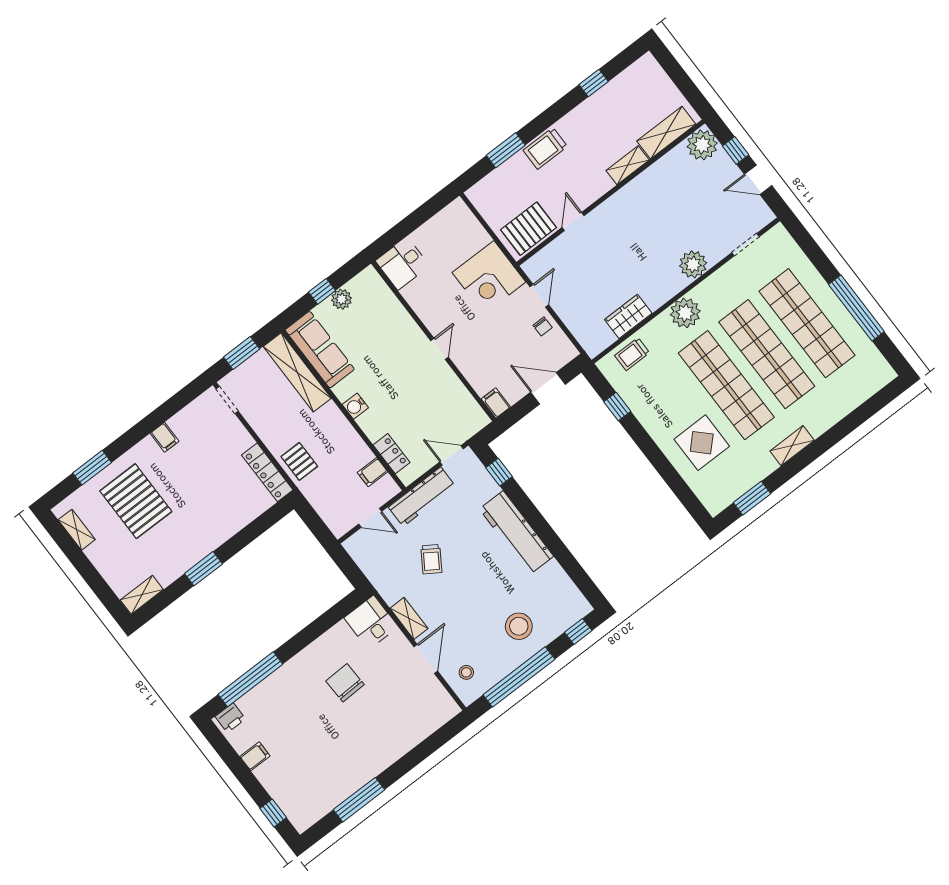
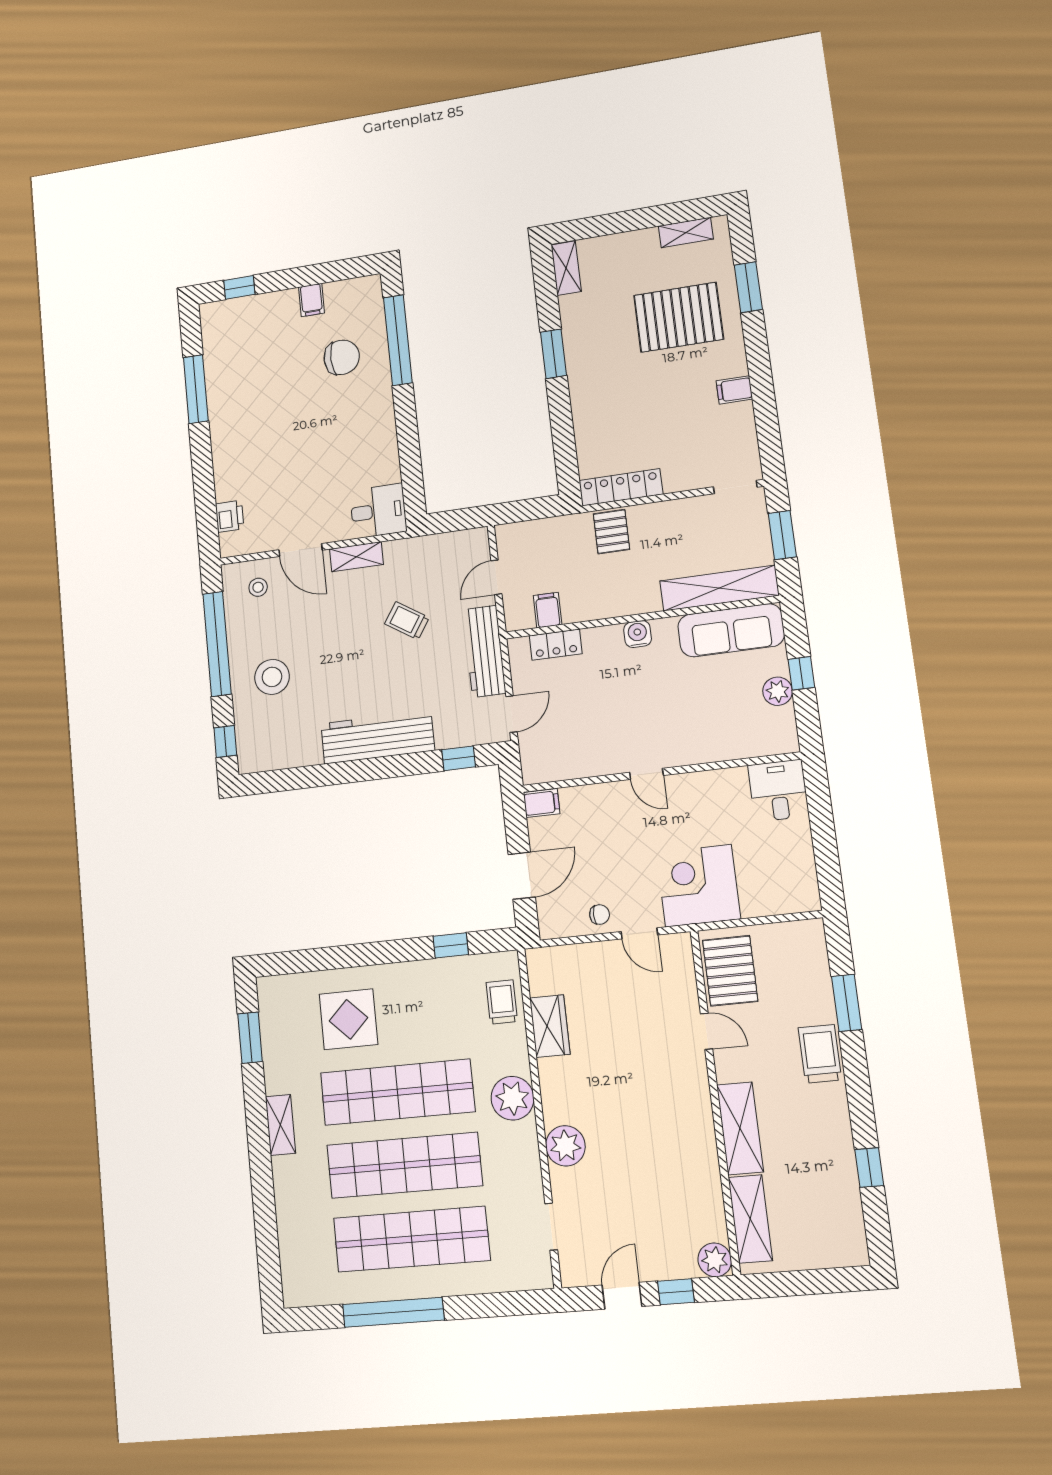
plant: (702, 145) -> (715, 1260), width x0.73, depth x0.73
shelving: (628, 165) -> (740, 1128), width x1.50, depth x1.33
chair: (543, 326) -> (600, 915), turned 180
pallet: (299, 461) -> (611, 532), turned 90
chair: (345, 683) -> (342, 357), moved
printer: (230, 718) -> (230, 516), moved, turned 180

